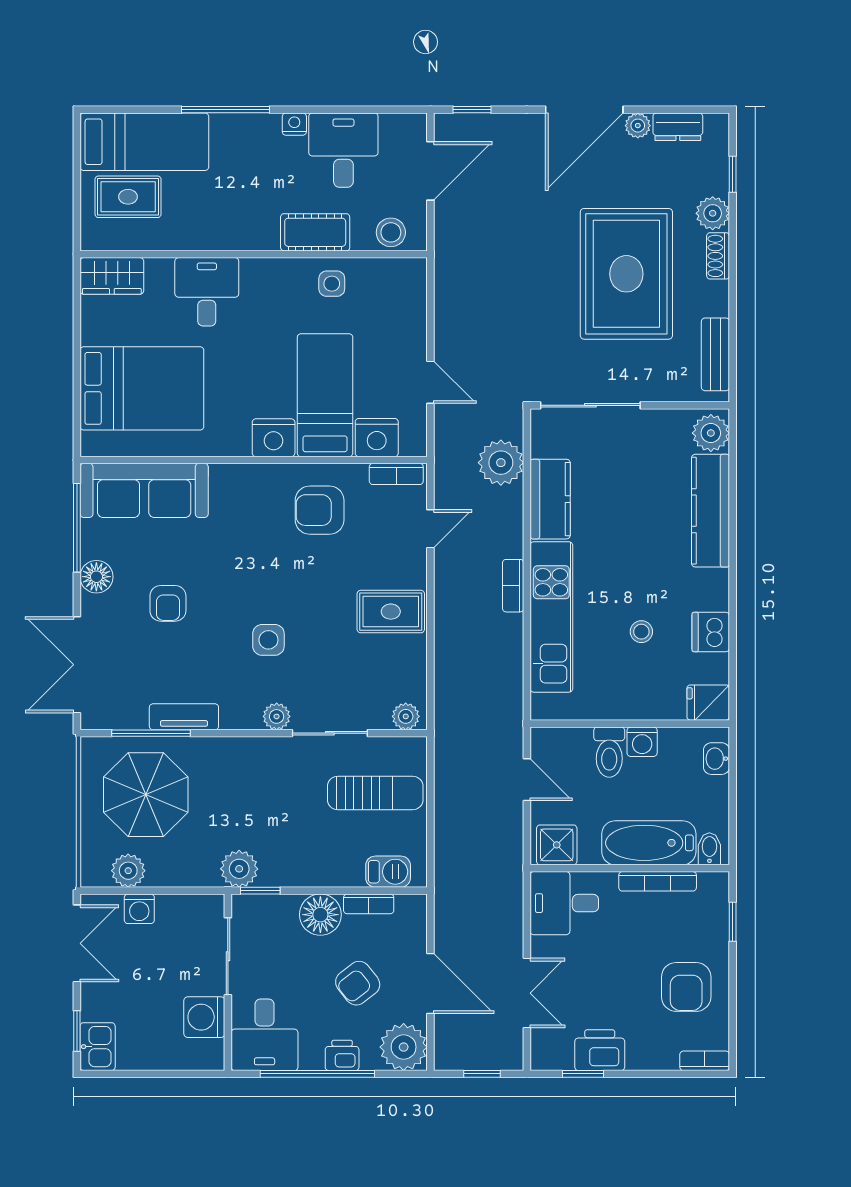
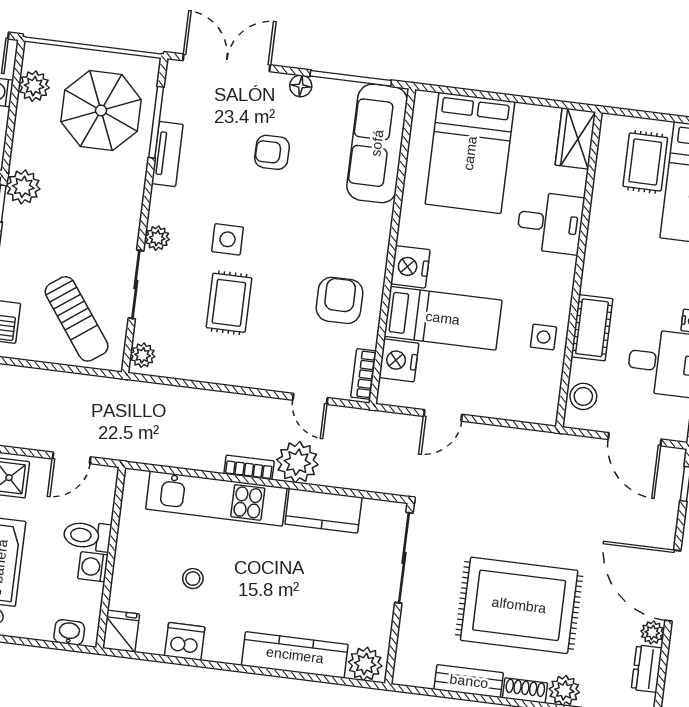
bench: (715, 354) -> (469, 681), moved
plant: (501, 463) -> (297, 462), moved
floor lamp: (96, 577) -> (301, 86), width x0.73, depth x0.73
rug: (391, 612) -> (229, 303), moved
sun lounger: (375, 793) -> (77, 319), turned -36

